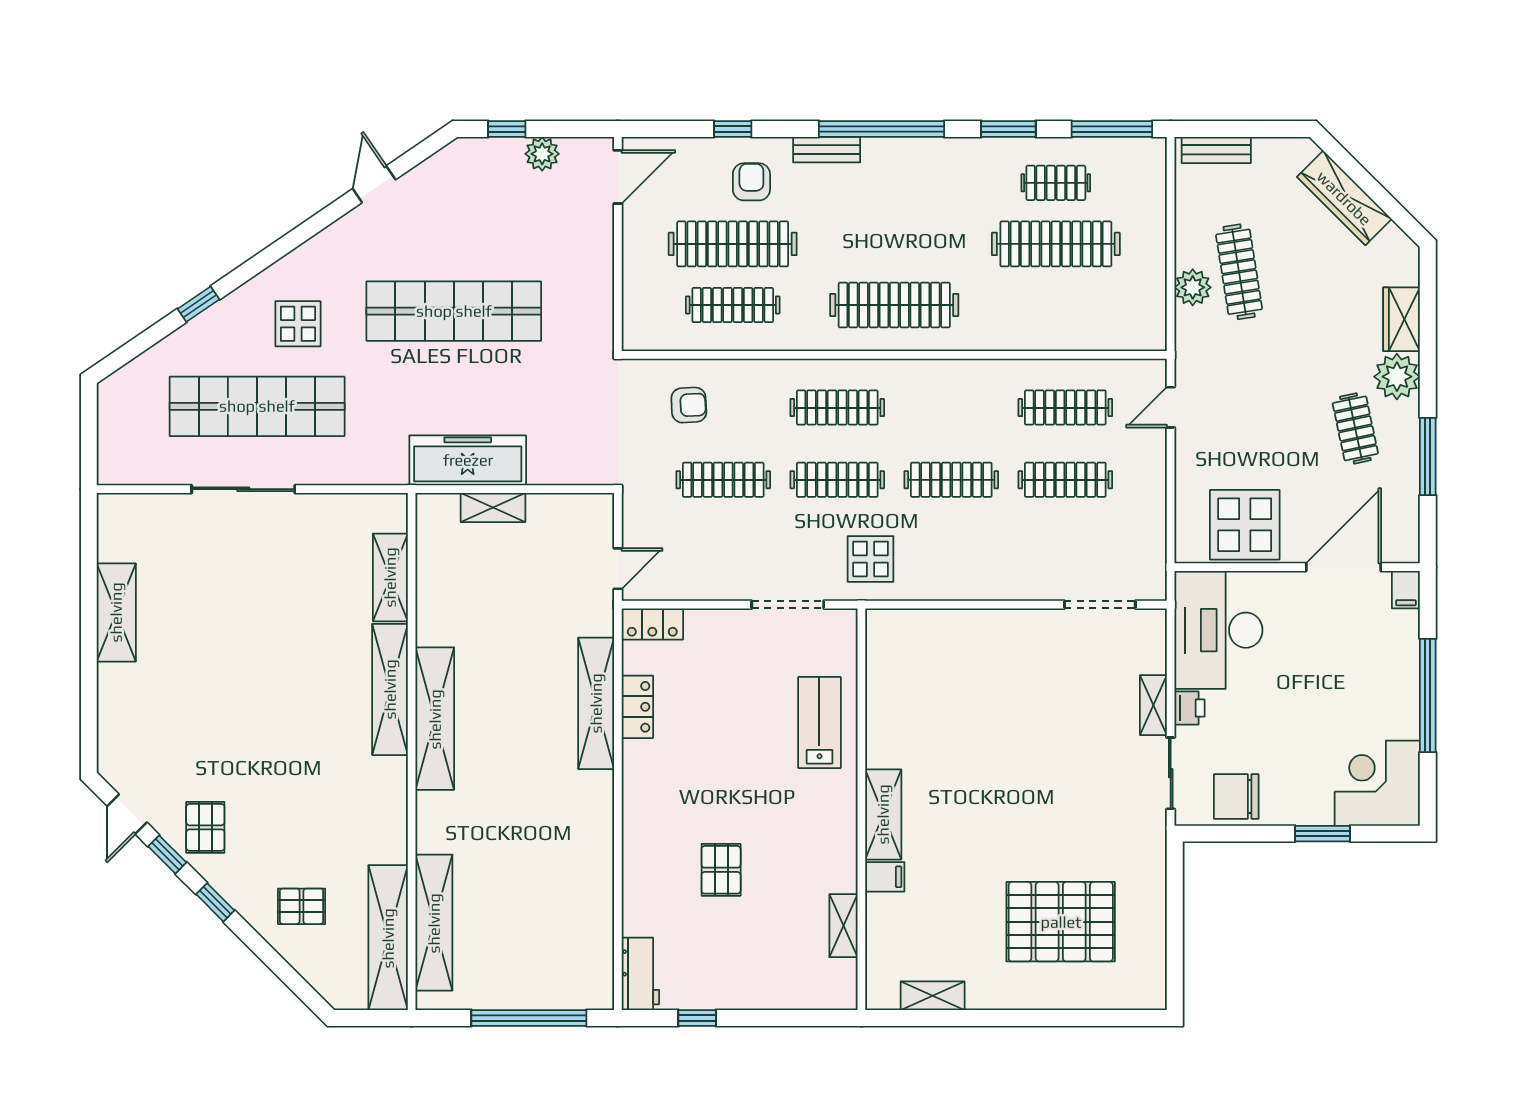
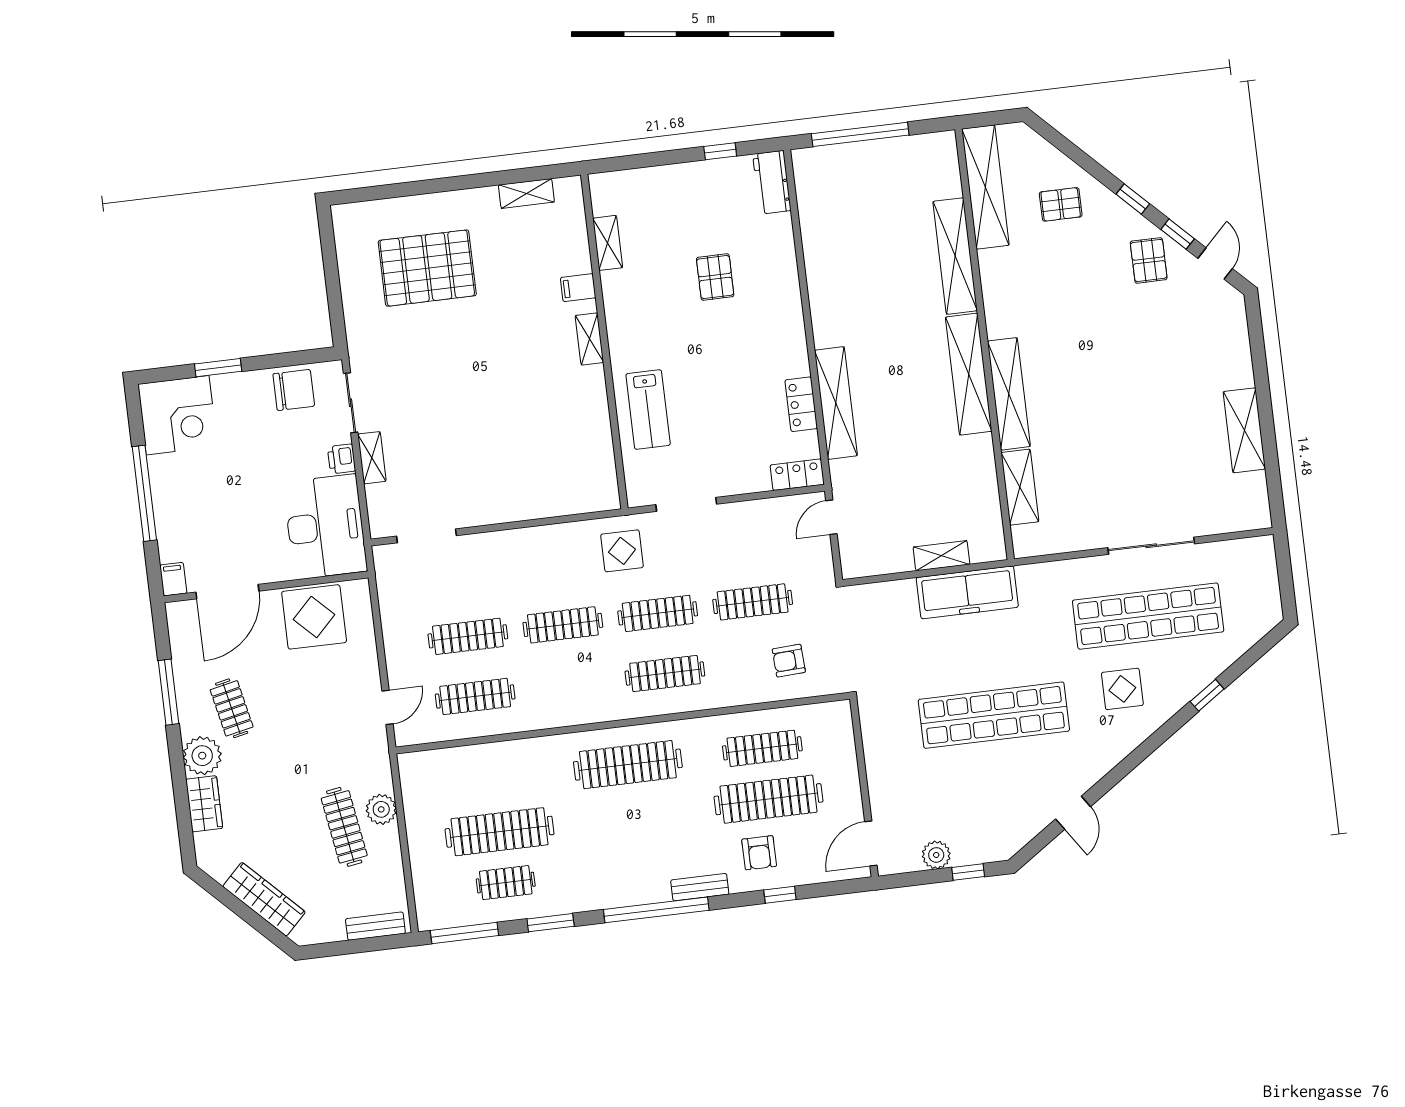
shelving: (883, 814) -> (589, 339), width x0.67, depth x0.75
shelving: (434, 923) -> (955, 256), moved

